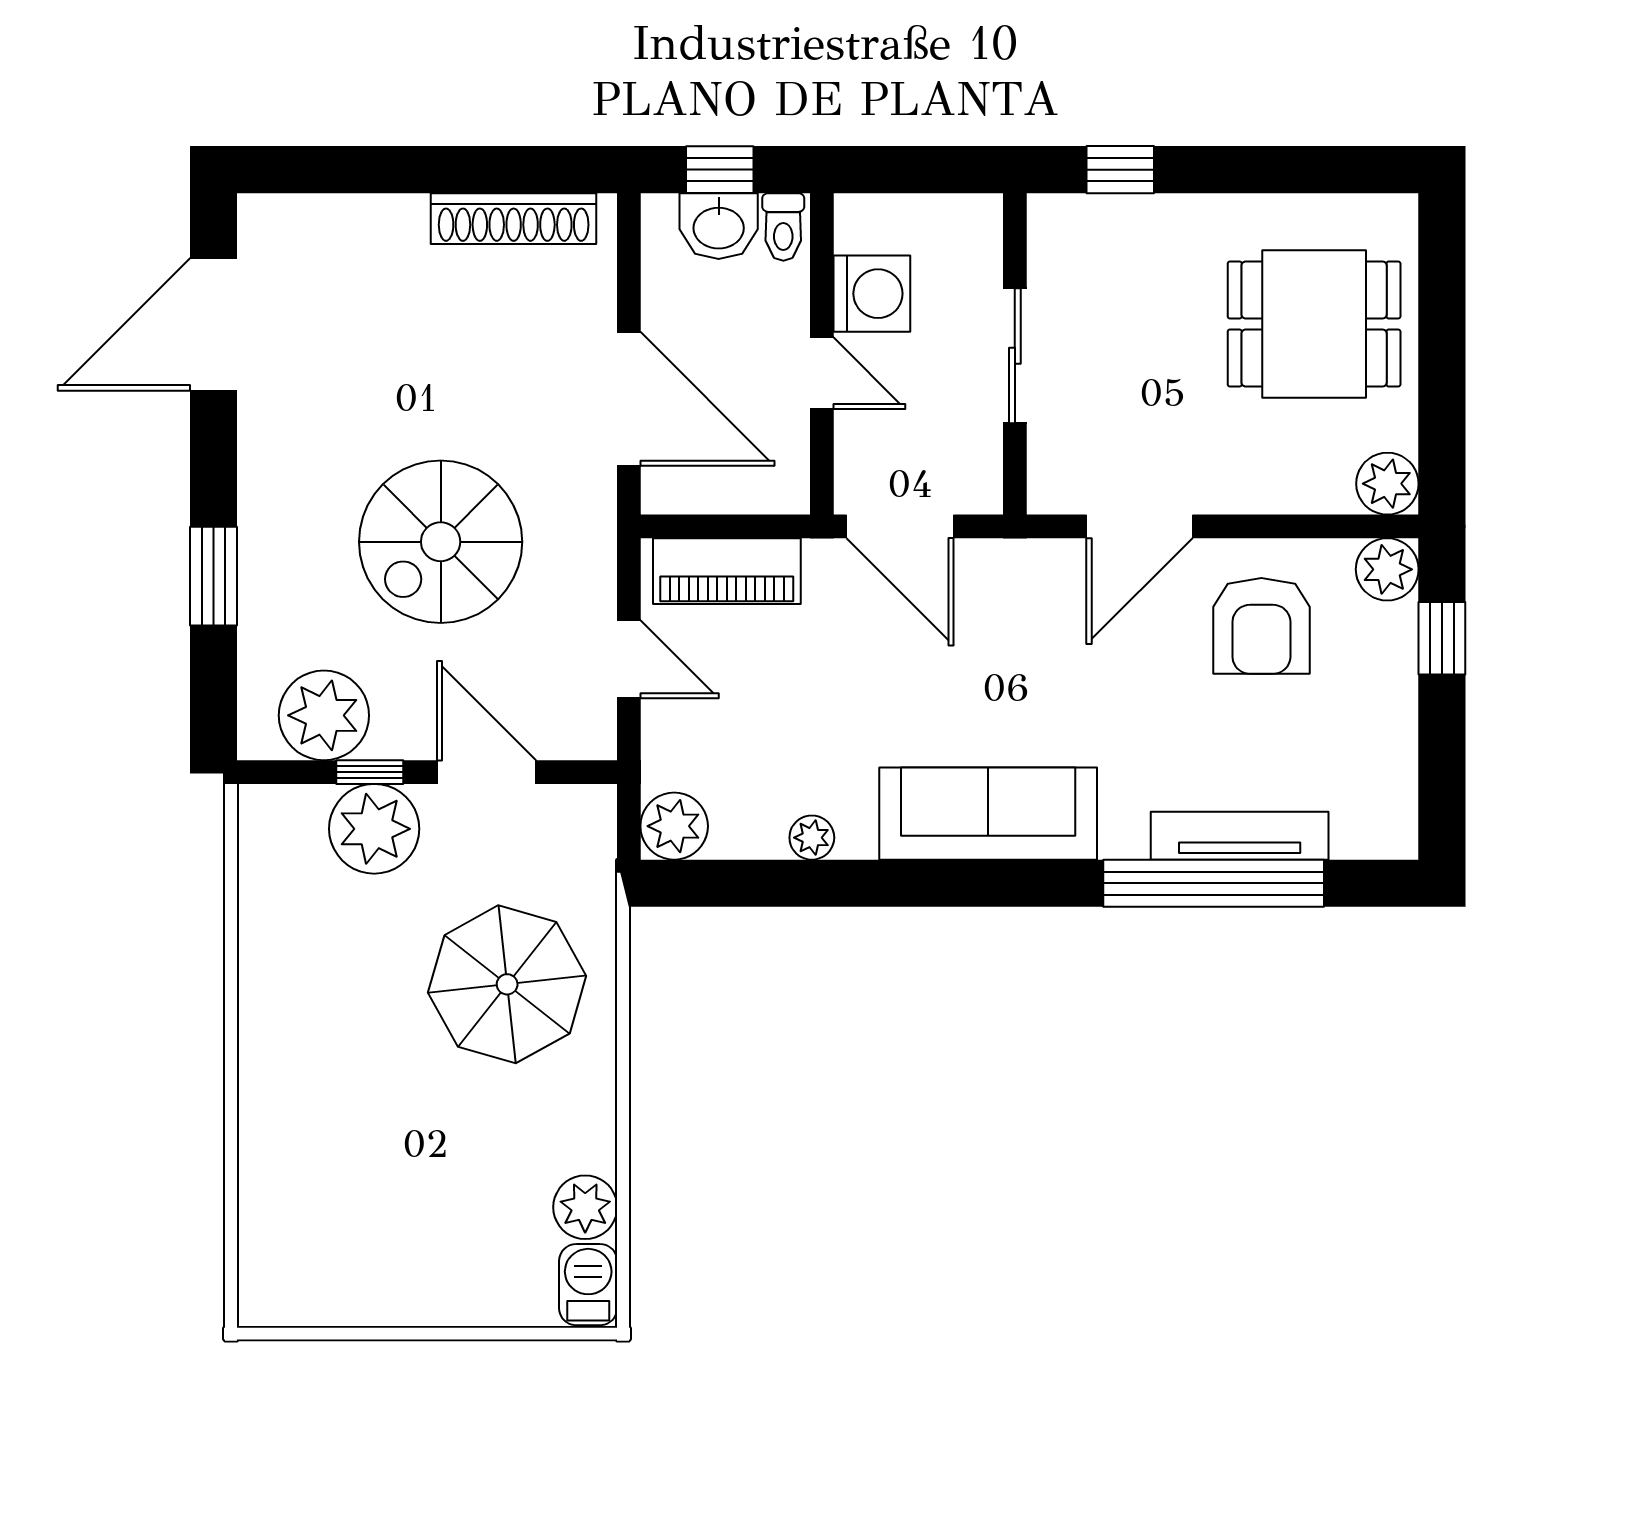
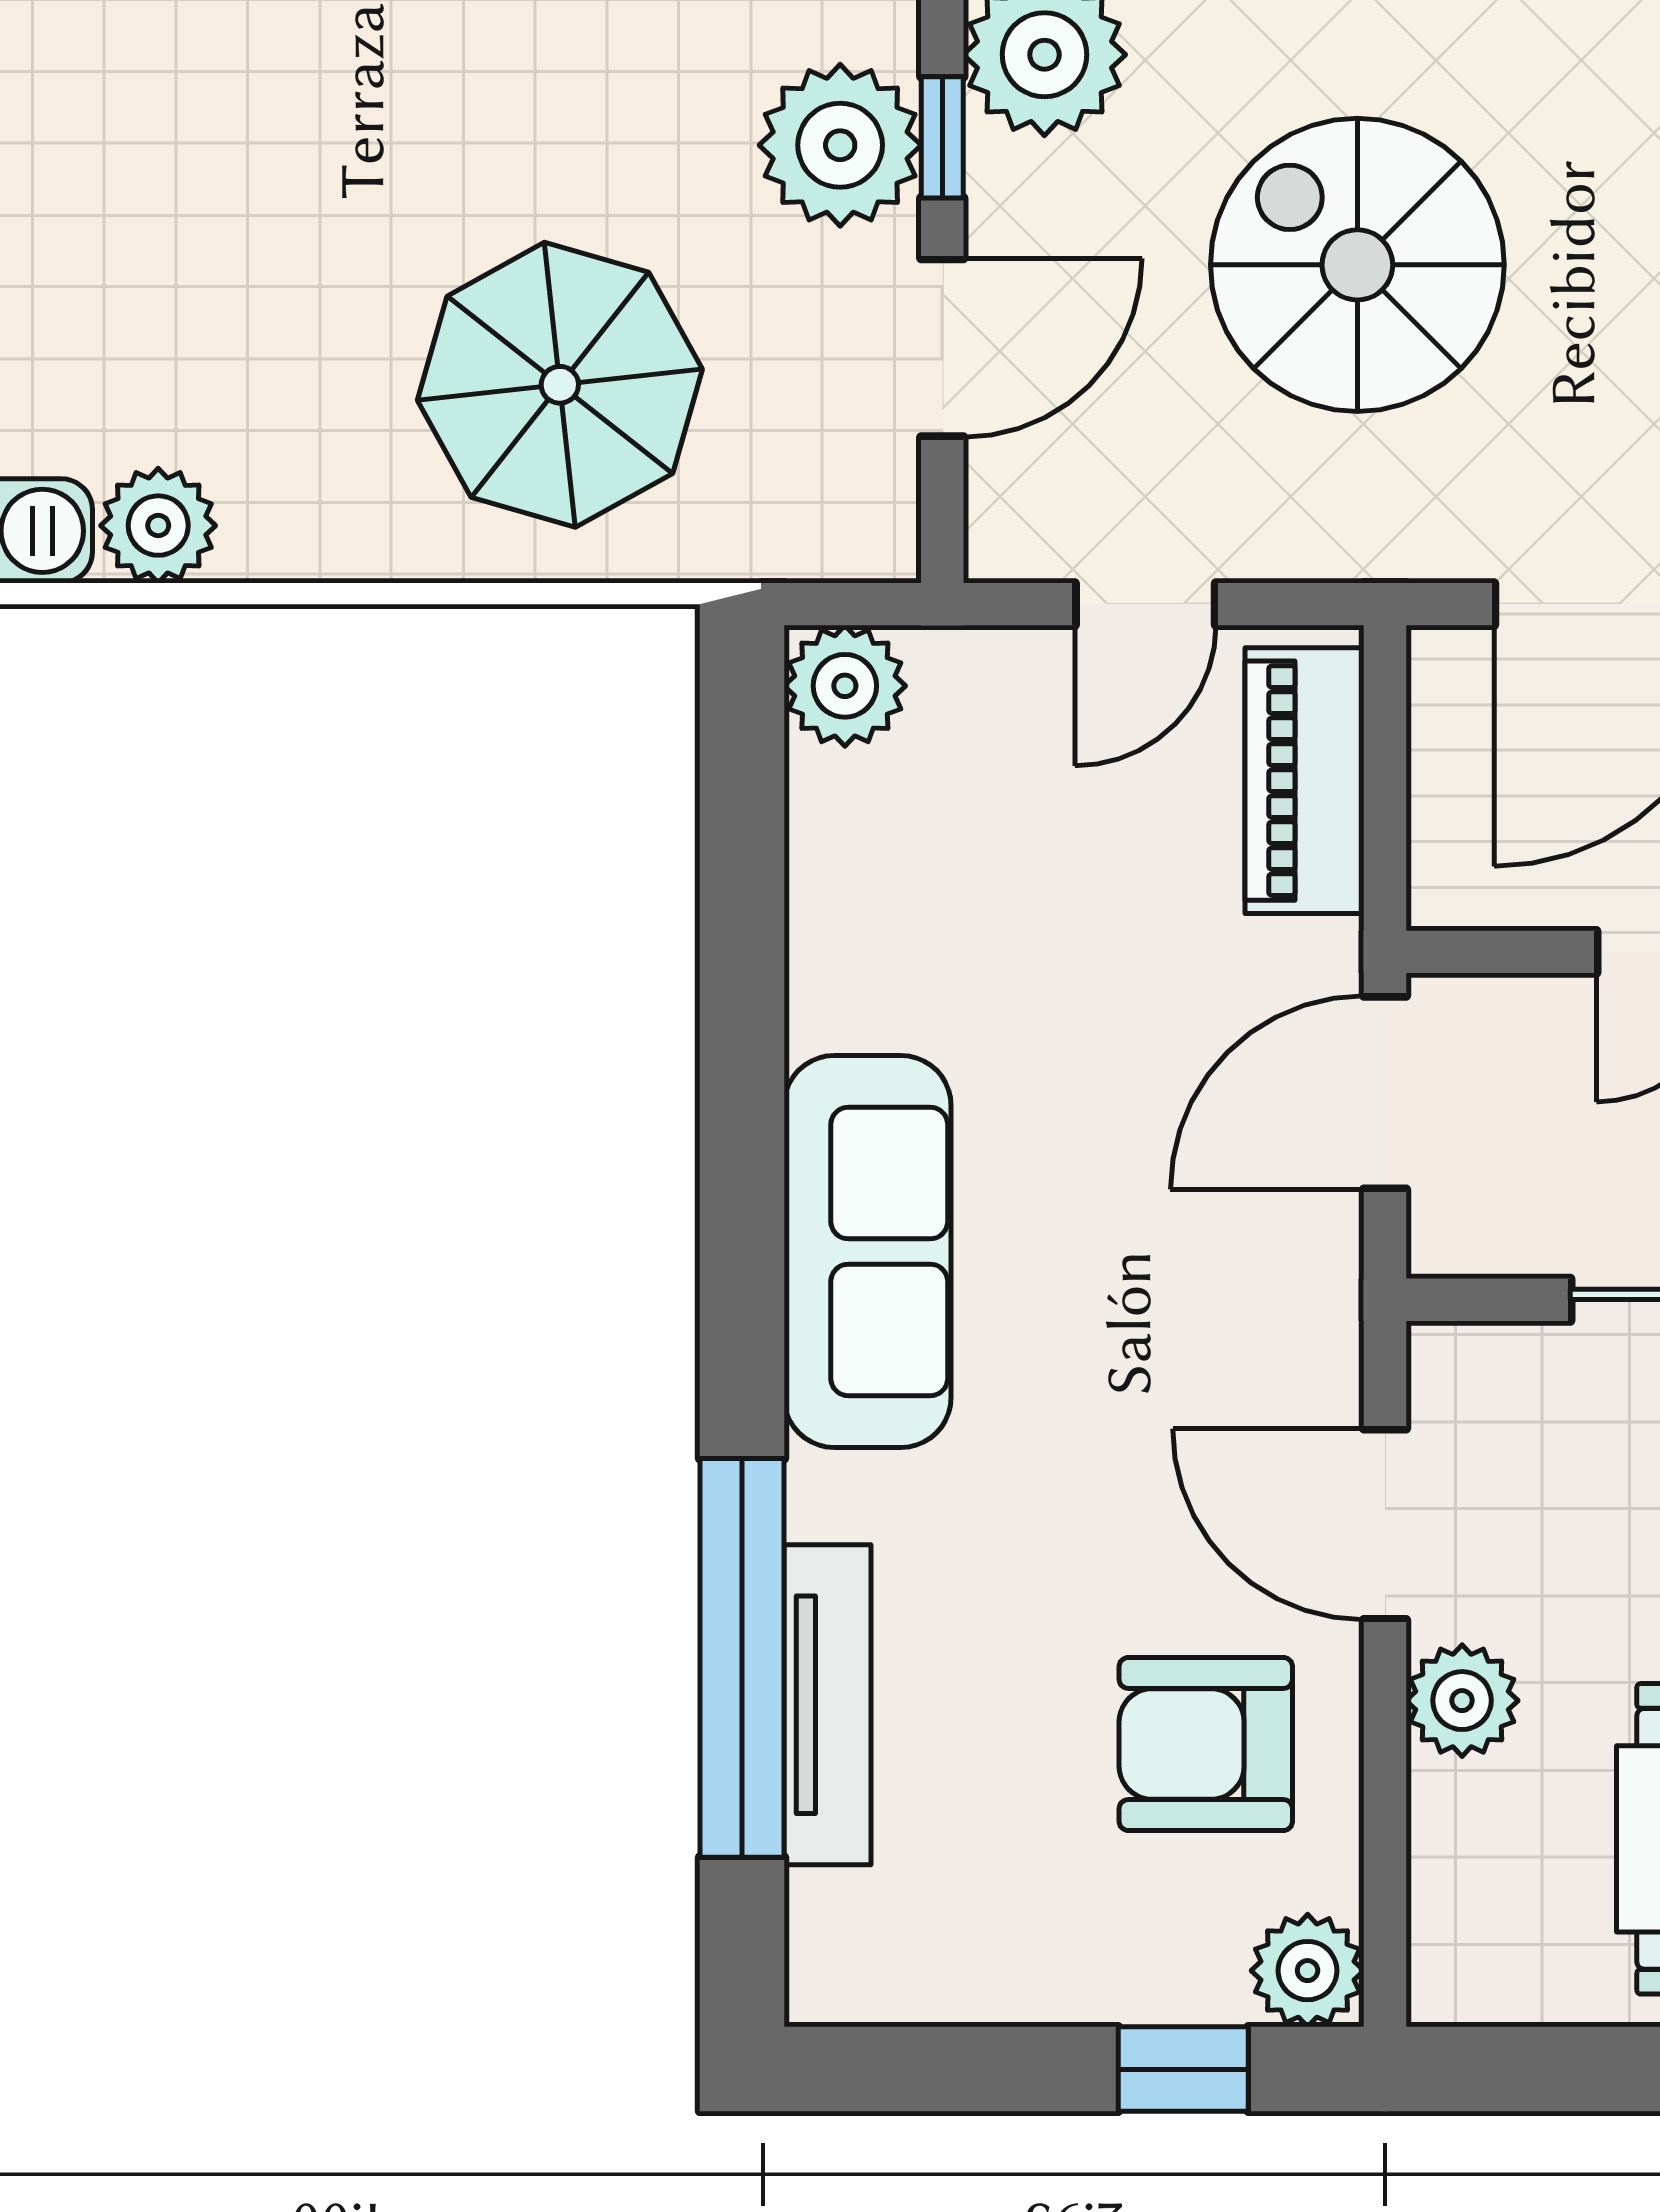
plant: (1387, 484) -> (1462, 1701), moved
plant: (812, 838) -> (824, 934), removed

